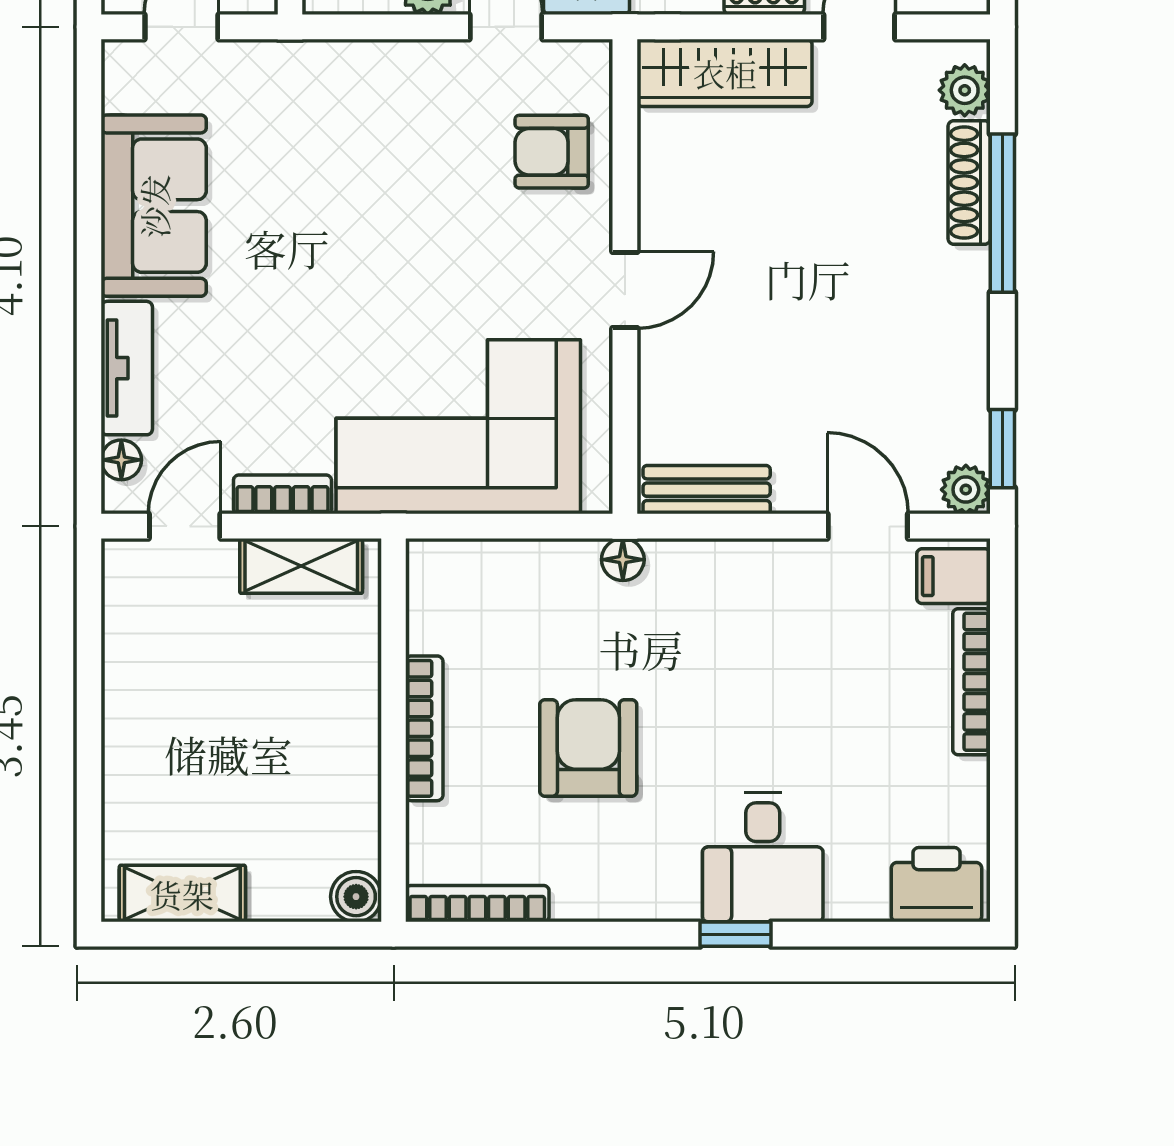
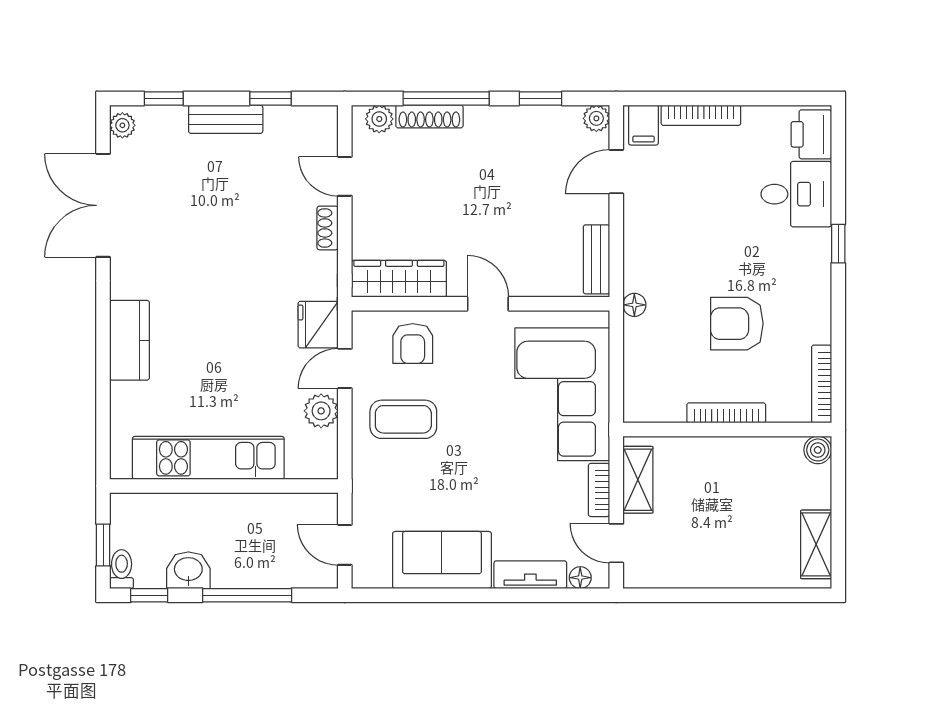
wardrobe: (725, 73) -> (399, 279), moved, turned -90
coffee table: (412, 135) -> (403, 419), added
window: (1002, 449) -> (541, 98), moved
desk: (763, 857) -> (796, 194), moved

